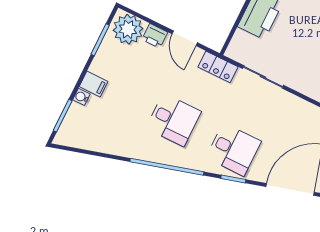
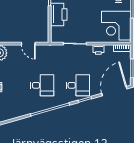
printer: (155, 36) -> (98, 50), moved
locker: (218, 67) -> (51, 50), removed

